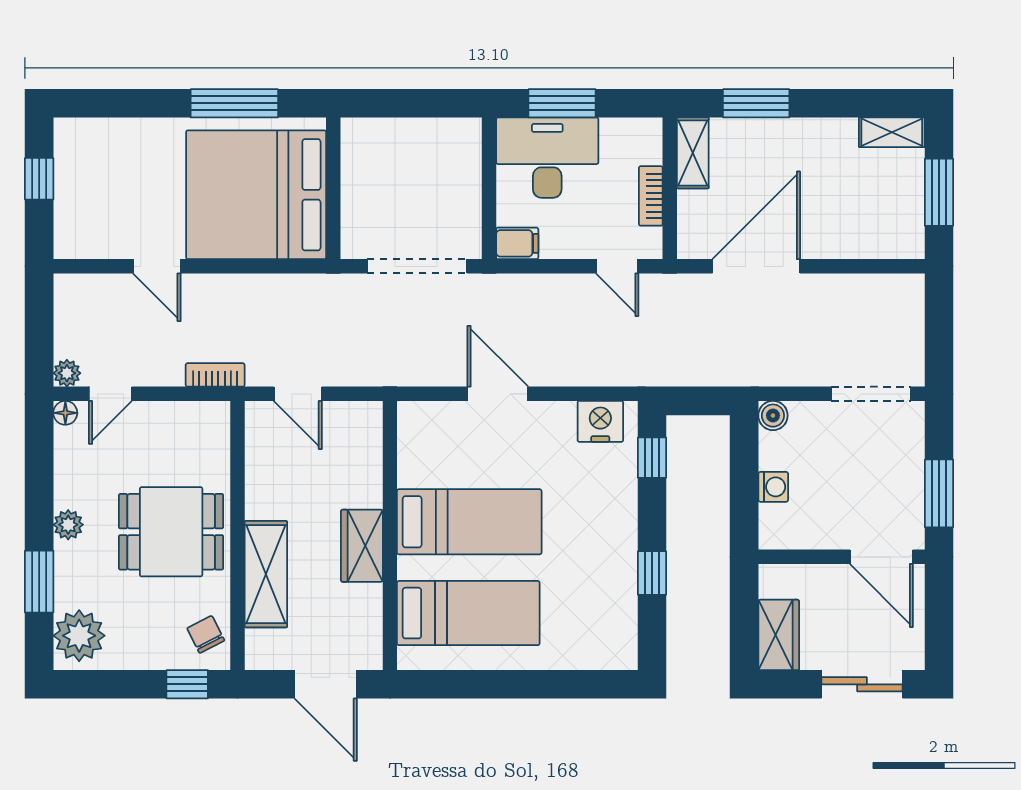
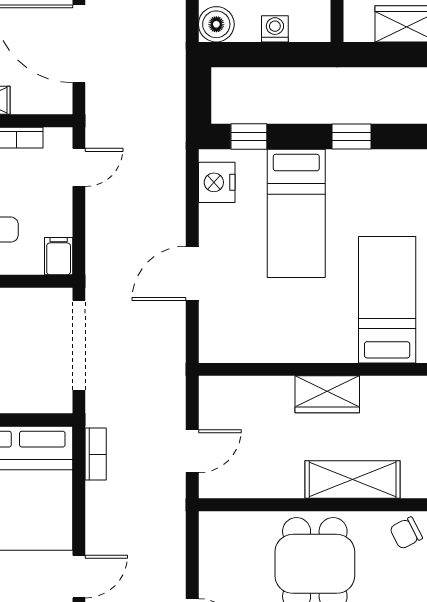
bookcase: (215, 375) -> (96, 454), moved, turned 180
boiler: (773, 416) -> (216, 24), width x1.36, depth x1.36
bed: (469, 522) -> (296, 213), moved, turned 180

